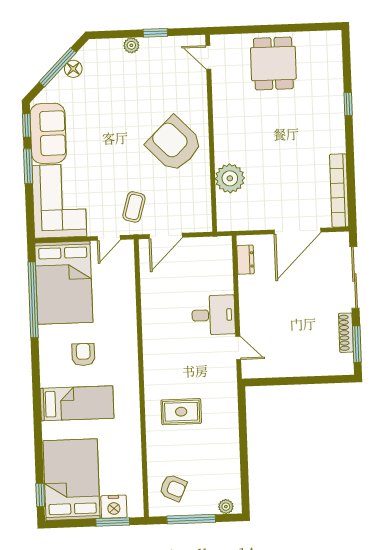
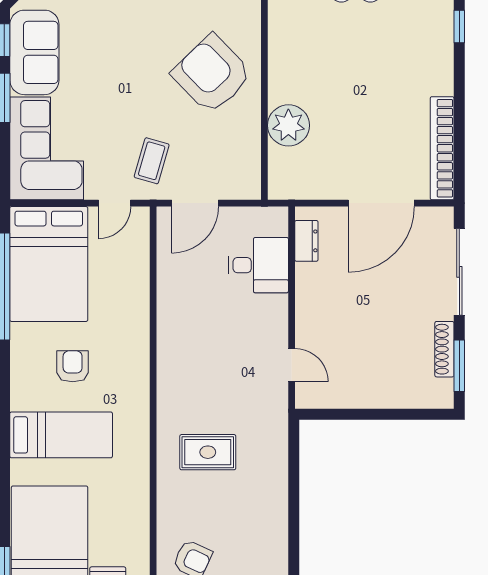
desk: (213, 315) -> (258, 265), moved

